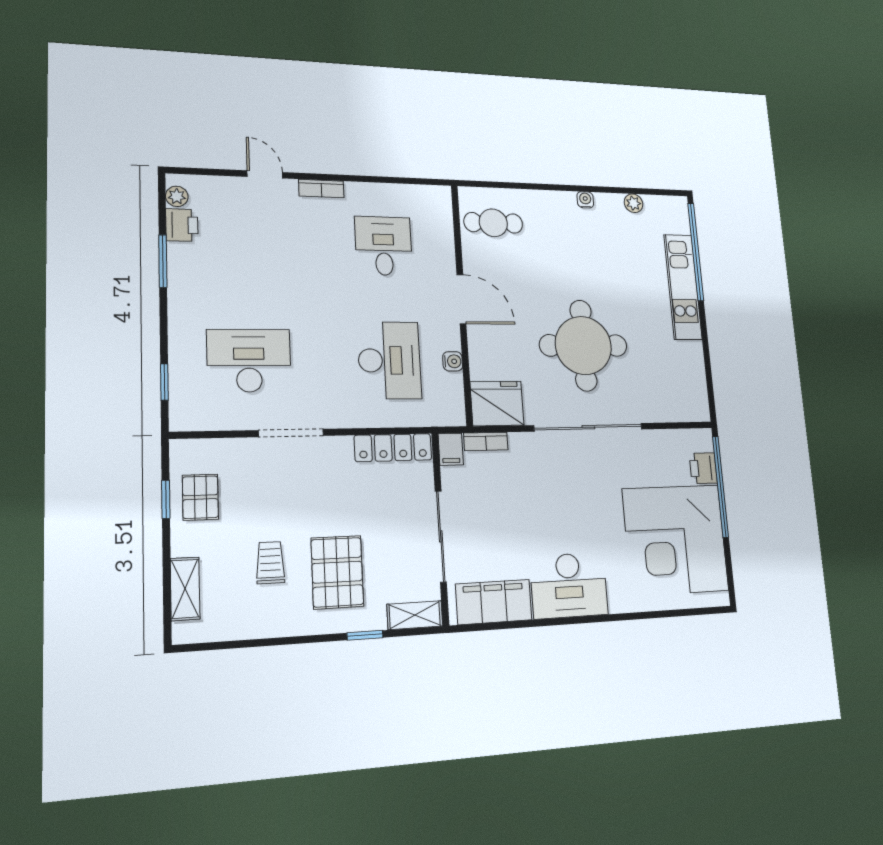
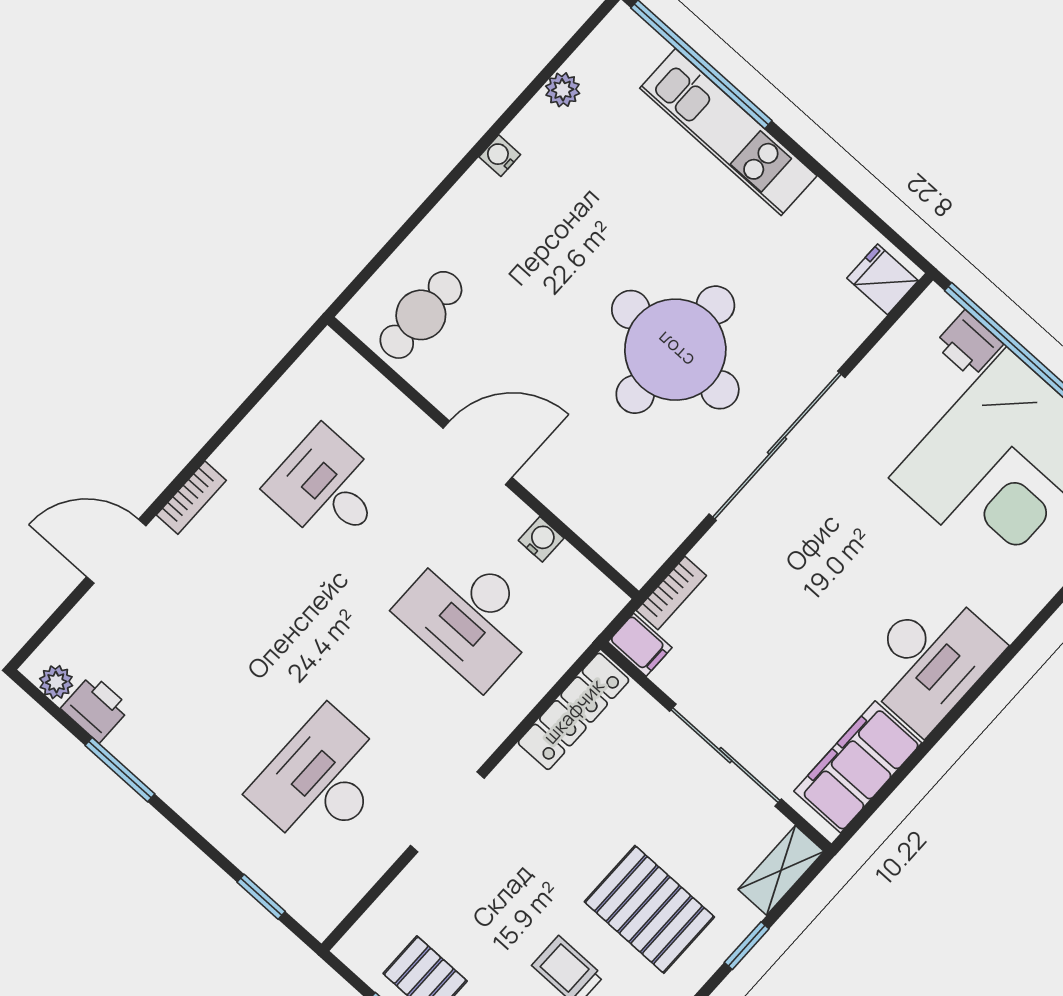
door: (265, 174) -> (116, 551), width x1.38
desk: (389, 360) -> (470, 616), turned 180
fridge: (497, 403) -> (883, 279), moved, width x0.53, depth x0.75

